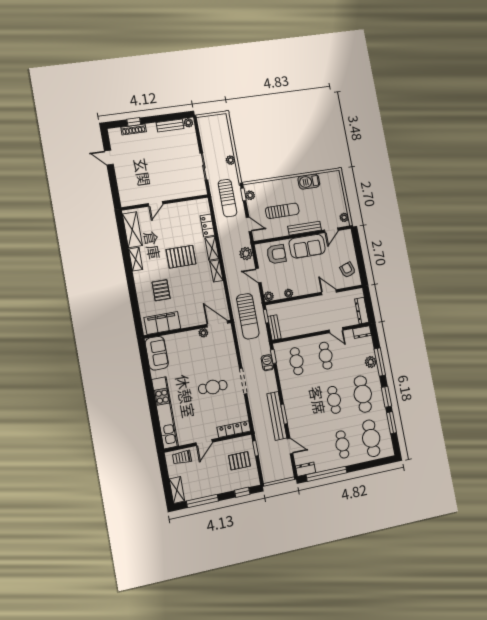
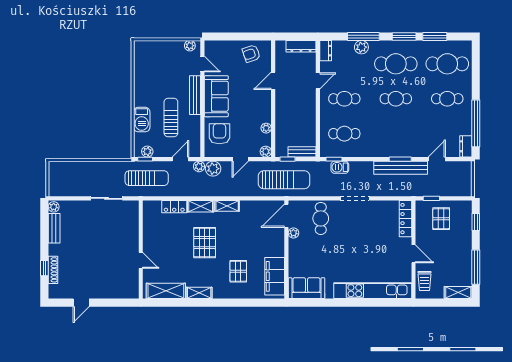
plant: (231, 160) -> (199, 166), moved
barbecue: (309, 182) -> (142, 120), moved
pallet: (161, 290) -> (238, 271), turned 90
cafe table: (213, 387) -> (321, 218), moved

